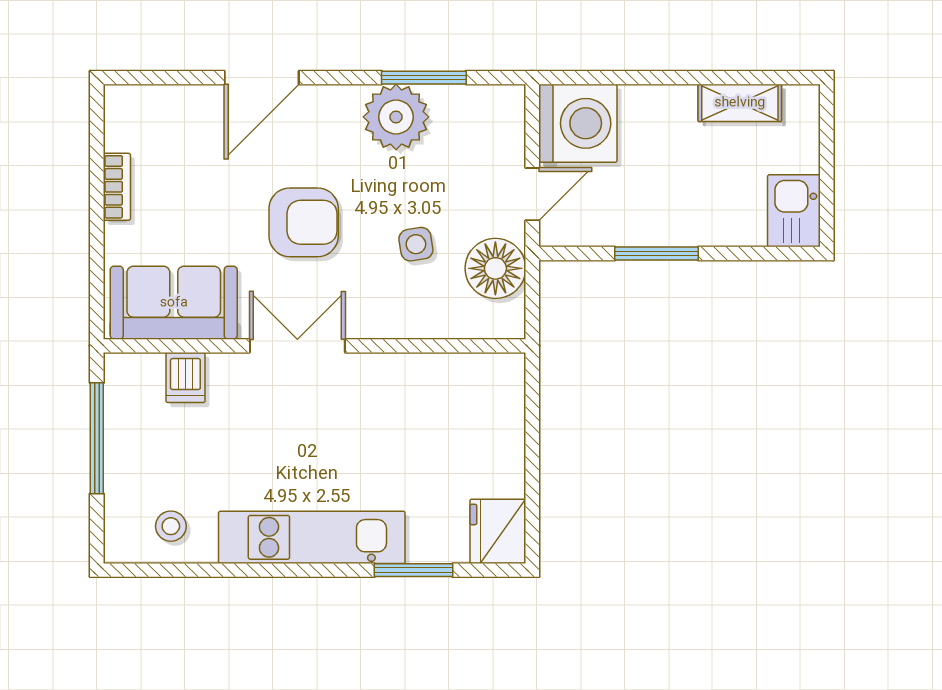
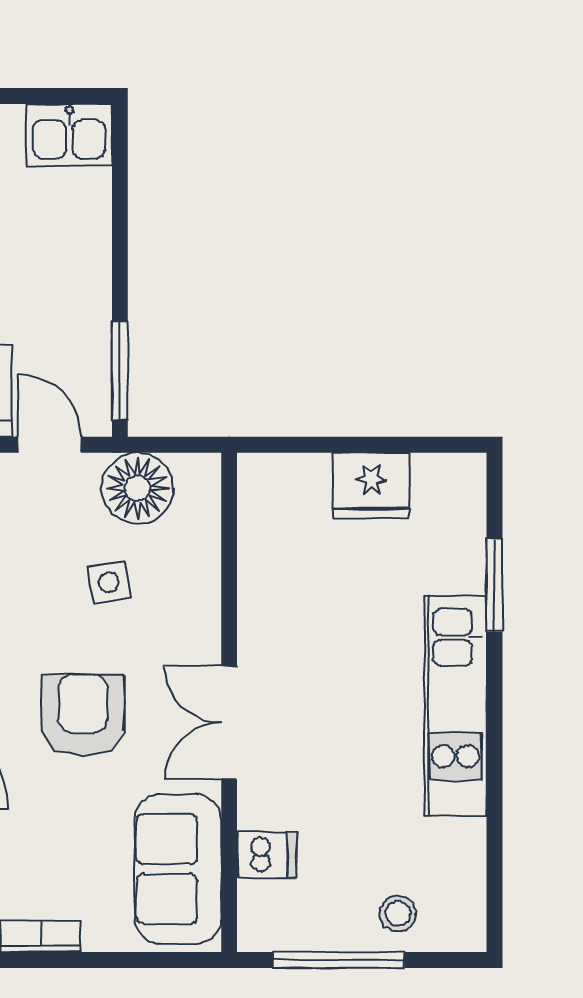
window: (656, 254) -> (120, 370), moved
stool: (171, 526) -> (398, 913), moved
fridge: (498, 531) -> (371, 485), moved

